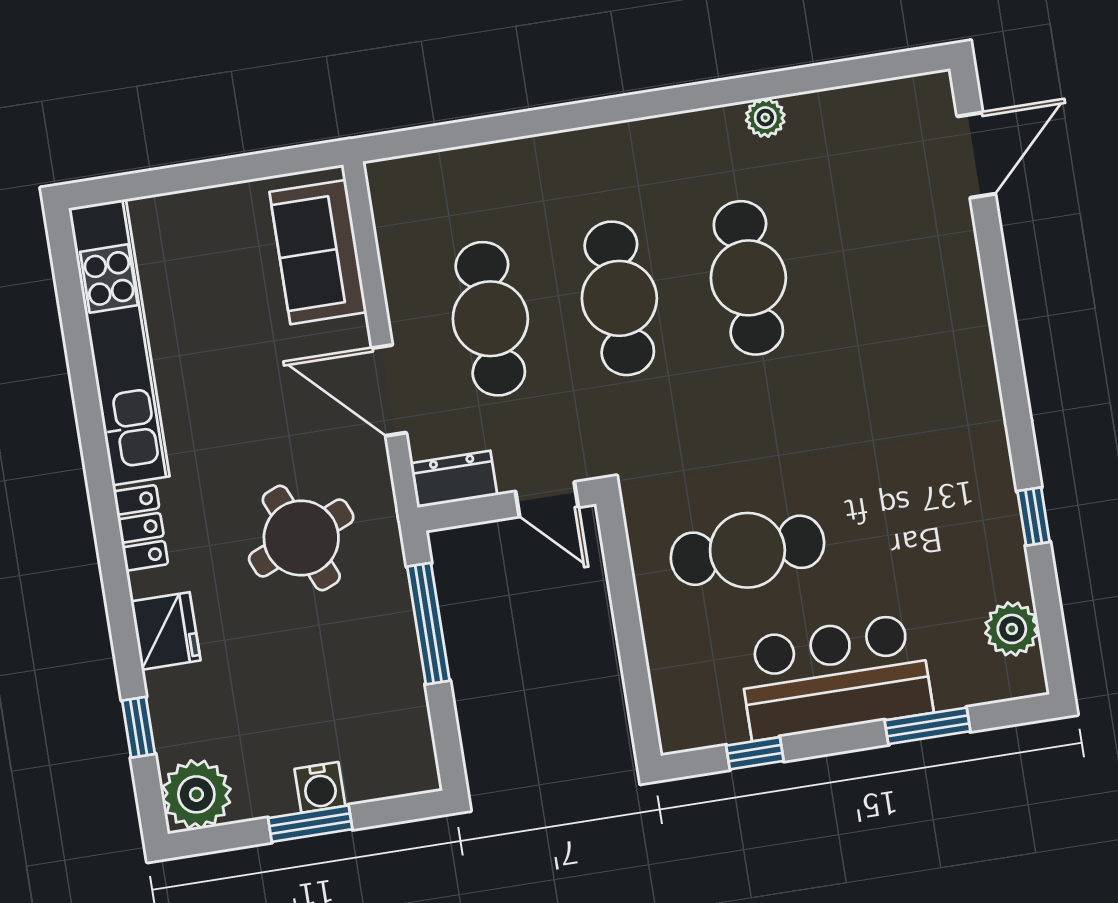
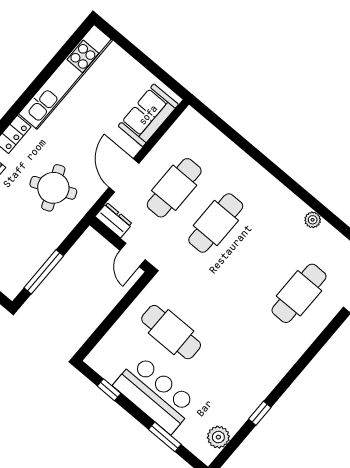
cafe table: (748, 278) -> (299, 293), moved
window: (428, 624) -> (44, 272), moved

